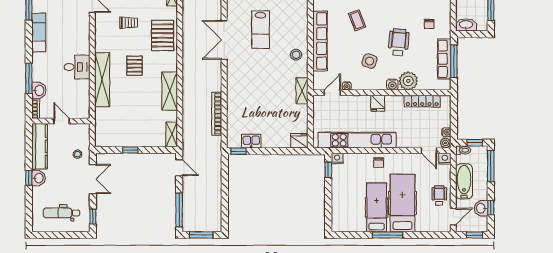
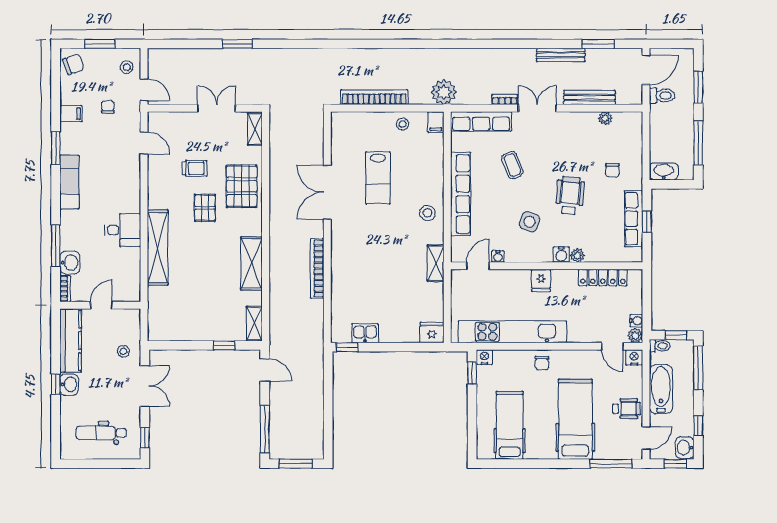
window: (454, 61) -> (647, 222), width x0.46
pallet: (134, 66) -> (205, 208), moved
plant: (408, 81) -> (577, 255), width x0.53, depth x0.53
bookcase: (217, 114) -> (317, 268), moved
door: (62, 121) -> (101, 305), hinge flipped
window: (130, 150) -> (224, 345), moved
wheelchair: (439, 195) -> (627, 409), turned 90
hospital bed: (377, 207) -> (510, 425), moved
washbasin: (481, 208) -> (685, 448), moved
window: (388, 235) -> (611, 464), moved

